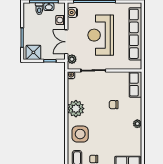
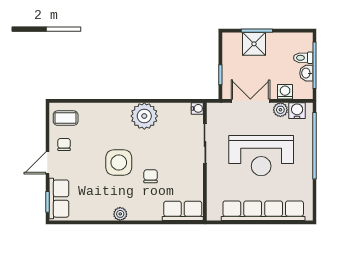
reception desk: (101, 35) -> (261, 156), turned 180
shower: (33, 52) -> (254, 44), moved
plant: (72, 59) -> (280, 110), moved
side table: (80, 134) -> (119, 163), moved

